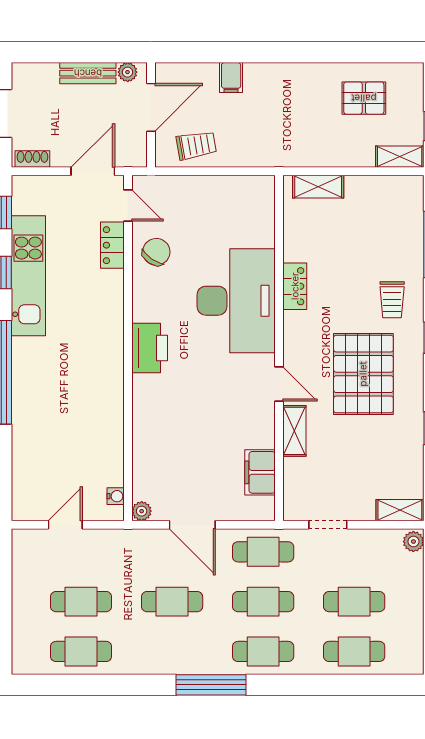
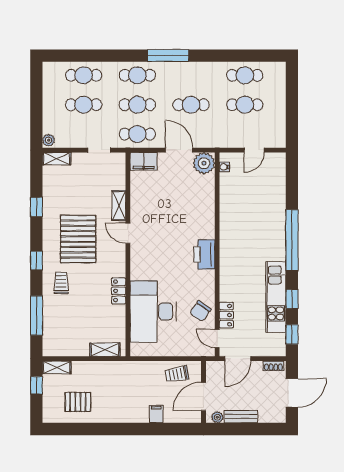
desk: (236, 301) -> (153, 312), moved
filing cabinet: (260, 472) -> (144, 161), moved, turned 90
plant: (142, 511) -> (204, 163), width x1.87, depth x1.87

